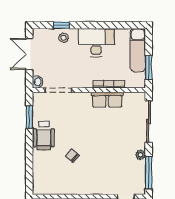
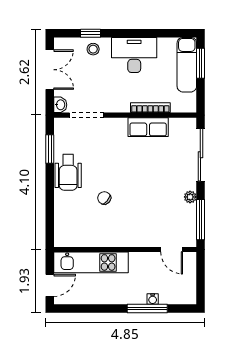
double door: (29, 54) -> (50, 70), swing flipped
window: (149, 67) -> (200, 63), moved

